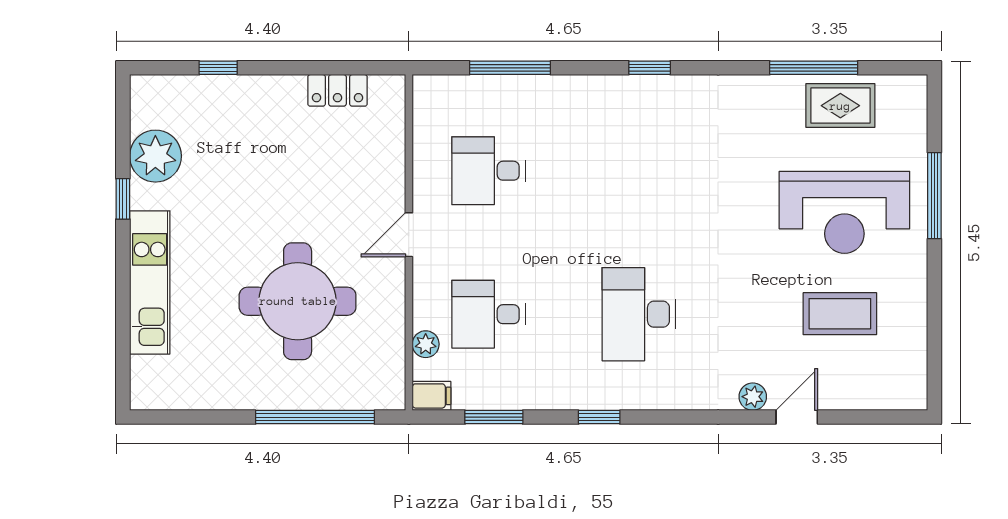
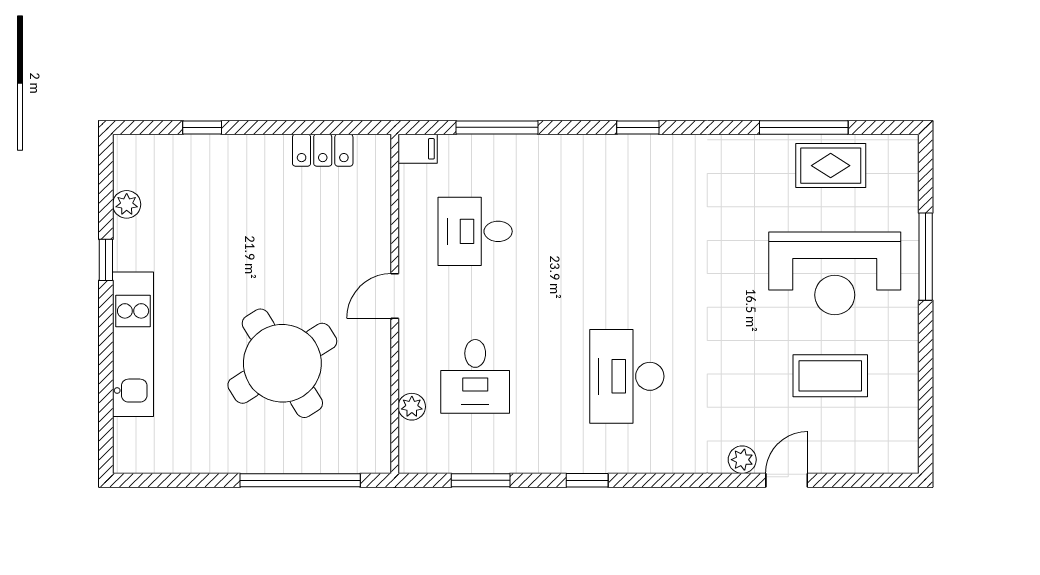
plant: (155, 156) -> (127, 204), width x0.53, depth x0.53
round table: (298, 301) -> (282, 363), turned -32
desk: (488, 314) -> (475, 376), turned -90
filing cabinet: (432, 396) -> (418, 149), moved

